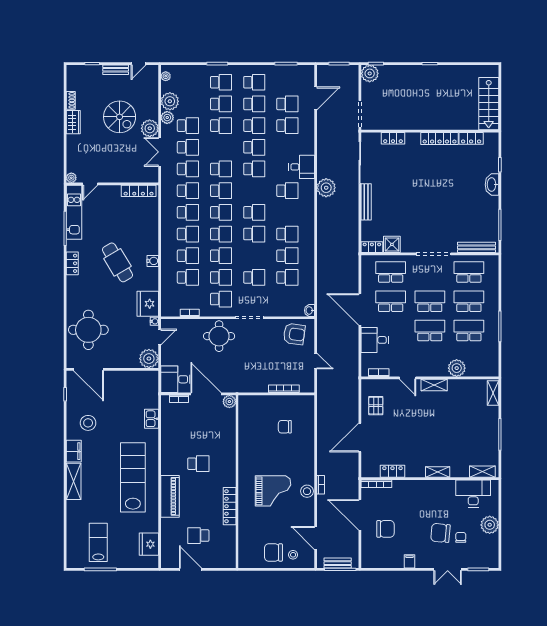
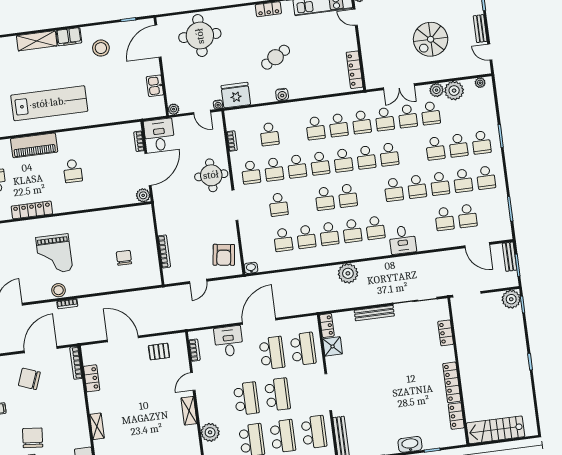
bench: (330, 70) -> (510, 257), added
plant: (150, 128) -> (423, 73), removed
double door: (160, 152) -> (399, 87), swing flipped
plant: (326, 188) -> (348, 273), moved
school desk: (188, 256) -> (352, 231), moved
cafe table: (117, 262) -> (276, 57), width x0.73, depth x0.74
plant: (149, 359) -> (174, 109), width x0.53, depth x0.53
kitchen sink: (152, 419) -> (155, 86), moved, turned -90
chair: (385, 529) -> (29, 379), turned 111

